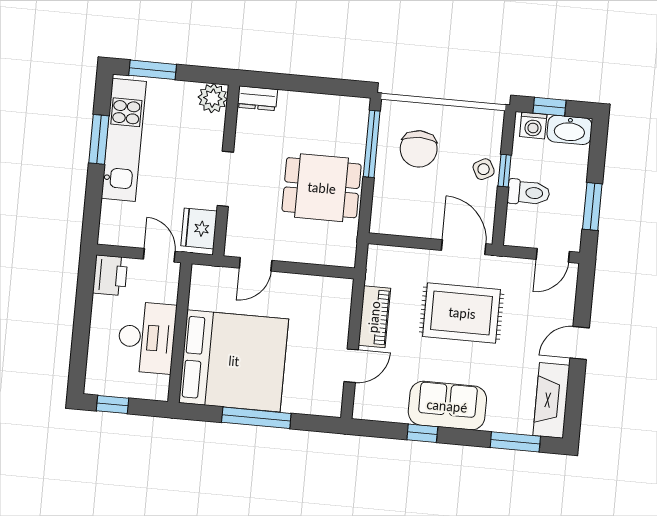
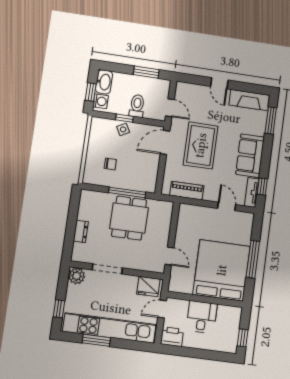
window: (153, 70) -> (59, 309), width x0.67
dresser: (257, 98) -> (81, 231), moved
kitchen unit: (124, 140) -> (109, 328), width x1.36
window: (372, 144) -> (127, 192), moved
chair: (419, 149) -> (110, 164), width x0.54, depth x0.54
doorway: (225, 179) -> (107, 269), moved
door: (553, 255) -> (170, 108), moved
piano: (374, 317) -> (187, 191), moved
desk: (147, 337) -> (202, 317), width x0.73
tv unit: (379, 411) -> (252, 192), added
window: (422, 433) -> (262, 187), moved

